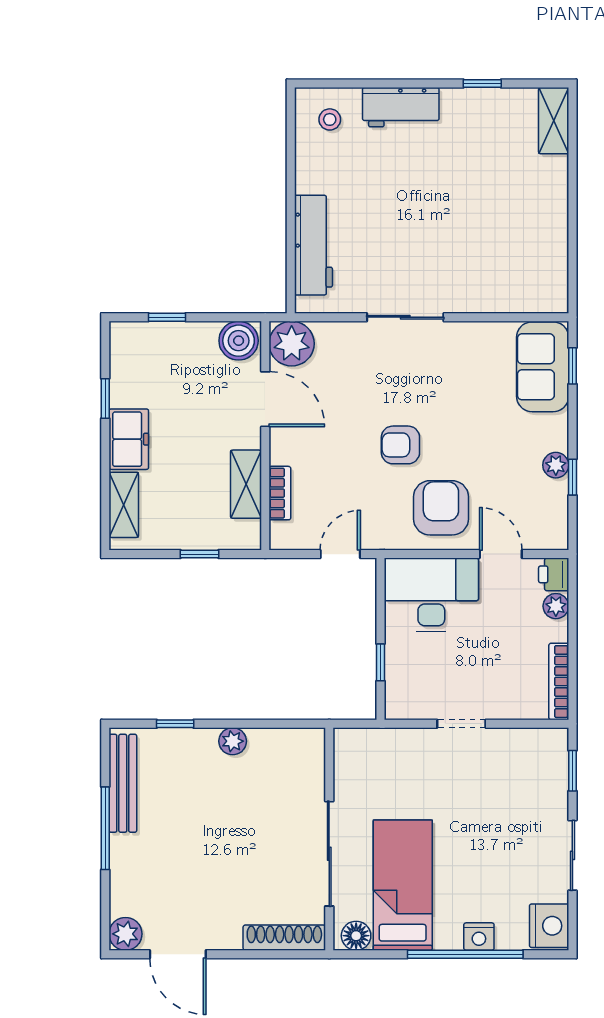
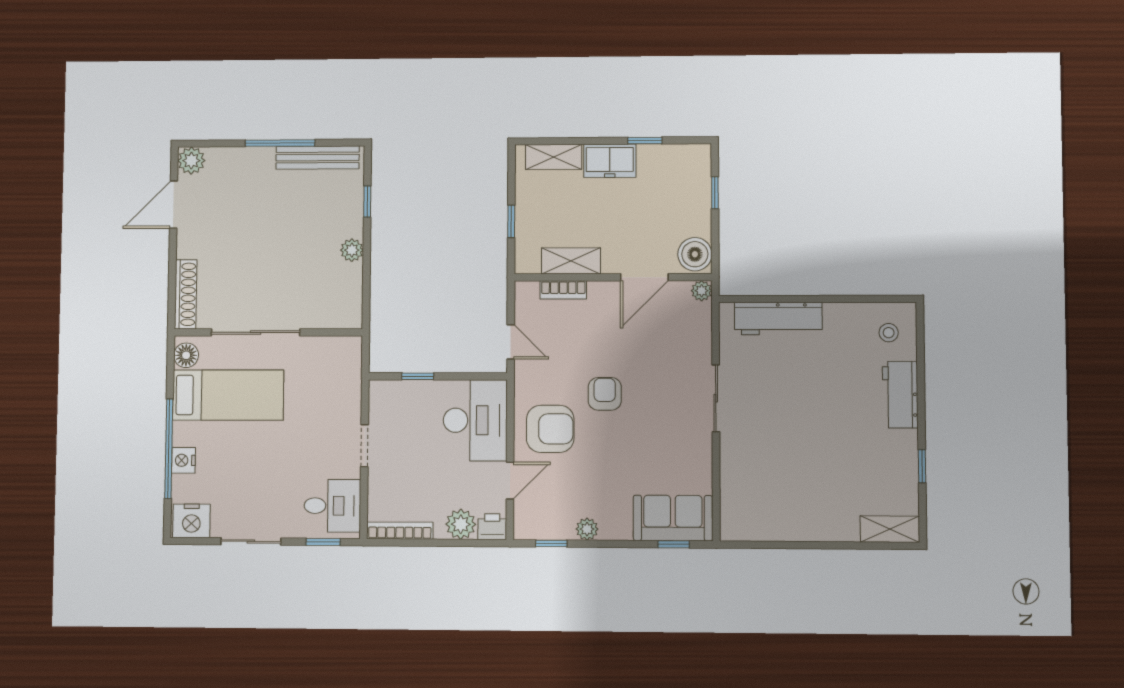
plant: (292, 344) -> (702, 291), width x0.53, depth x0.53
window: (572, 477) -> (551, 543), moved
plant: (556, 606) -> (461, 524), width x1.38, depth x1.38
desk: (531, 760) -> (332, 506), added

